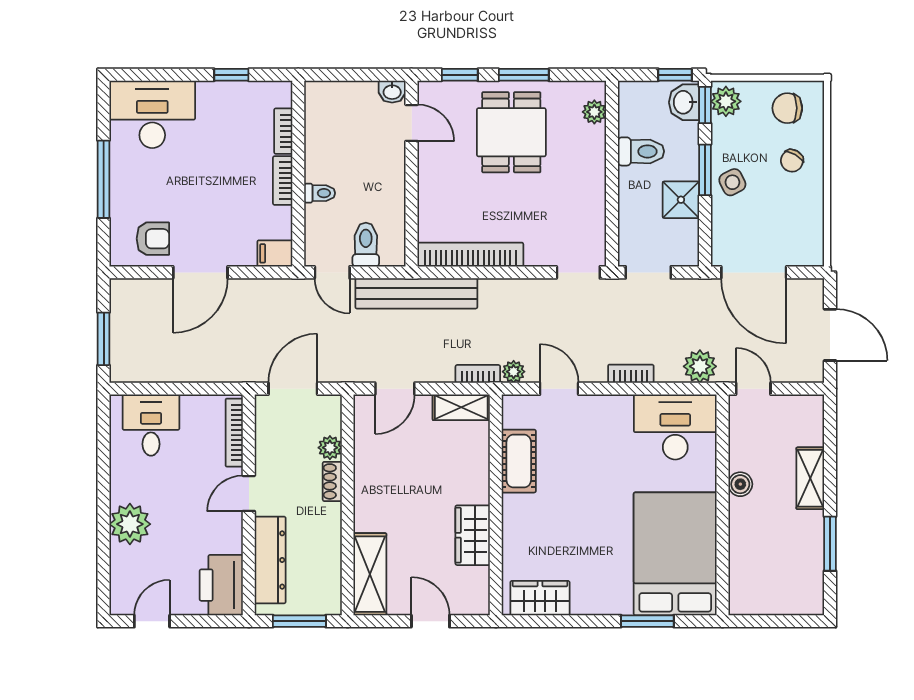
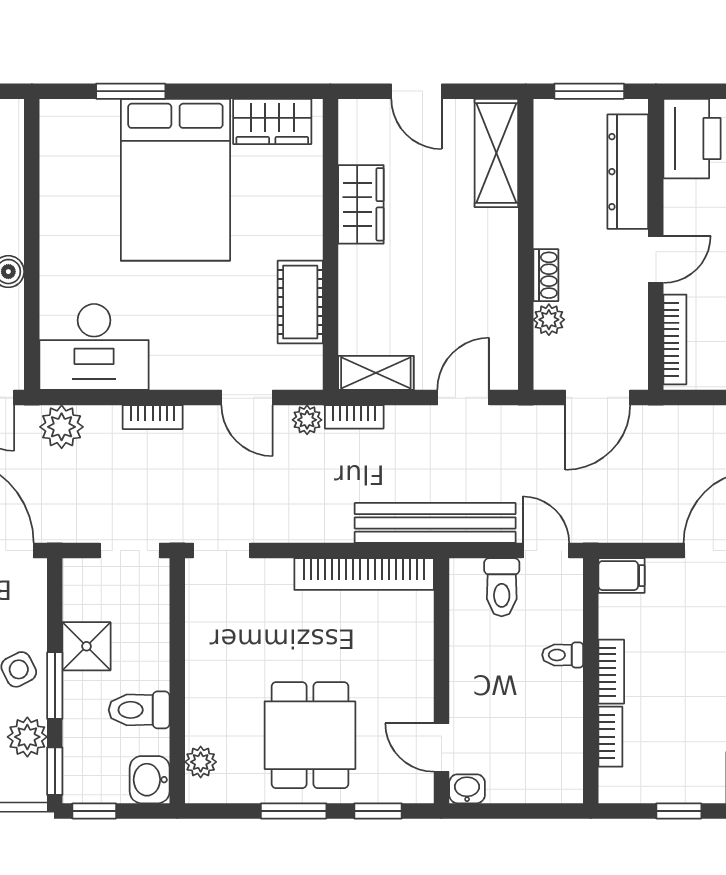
plant: (726, 101) -> (27, 737), moved
washbasin: (684, 102) -> (150, 780), moved, turned 180
bed: (675, 554) -> (175, 180), moved

